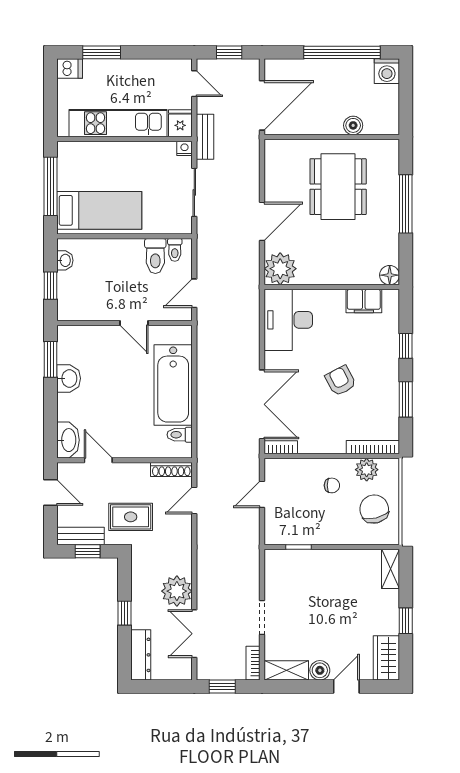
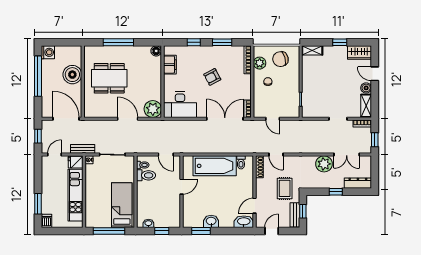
boiler: (353, 125) -> (72, 75), width x1.86, depth x1.86

